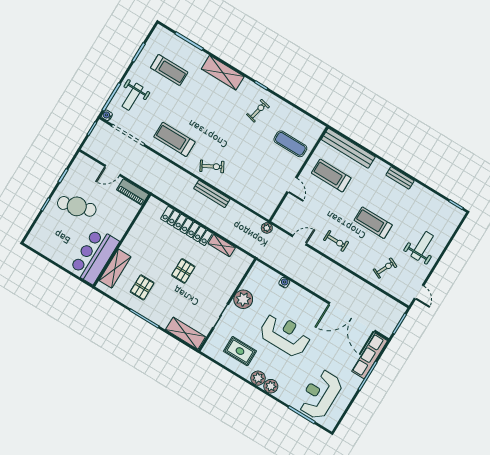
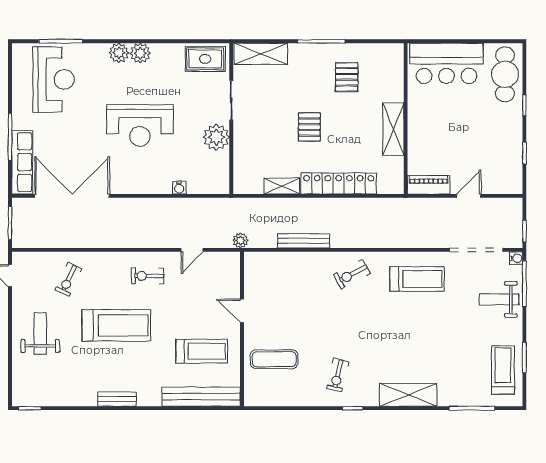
treadmill: (169, 70) -> (503, 370), moved, turned 90
weight bench: (133, 97) -> (499, 299), turned -90
bench: (212, 194) -> (304, 241), moved
cafe table: (77, 206) -> (505, 74), moved, turned -73
treadmill: (373, 223) -> (116, 325), width x1.37, depth x1.38
weight bench: (422, 246) -> (40, 333), turned 180
bar counter: (94, 256) -> (446, 63), moved, turned 90
shelving: (115, 269) -> (393, 129), moved
rug: (240, 351) -> (205, 59), moved

